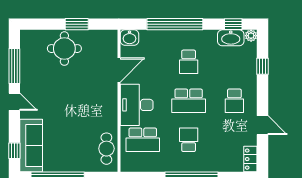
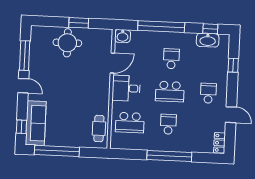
plant: (251, 36) -> (225, 39), removed
school desk: (189, 62) -> (171, 59), turned 180
school desk: (234, 101) -> (208, 93), turned 180
desk: (137, 105) -> (126, 88), width x0.73

